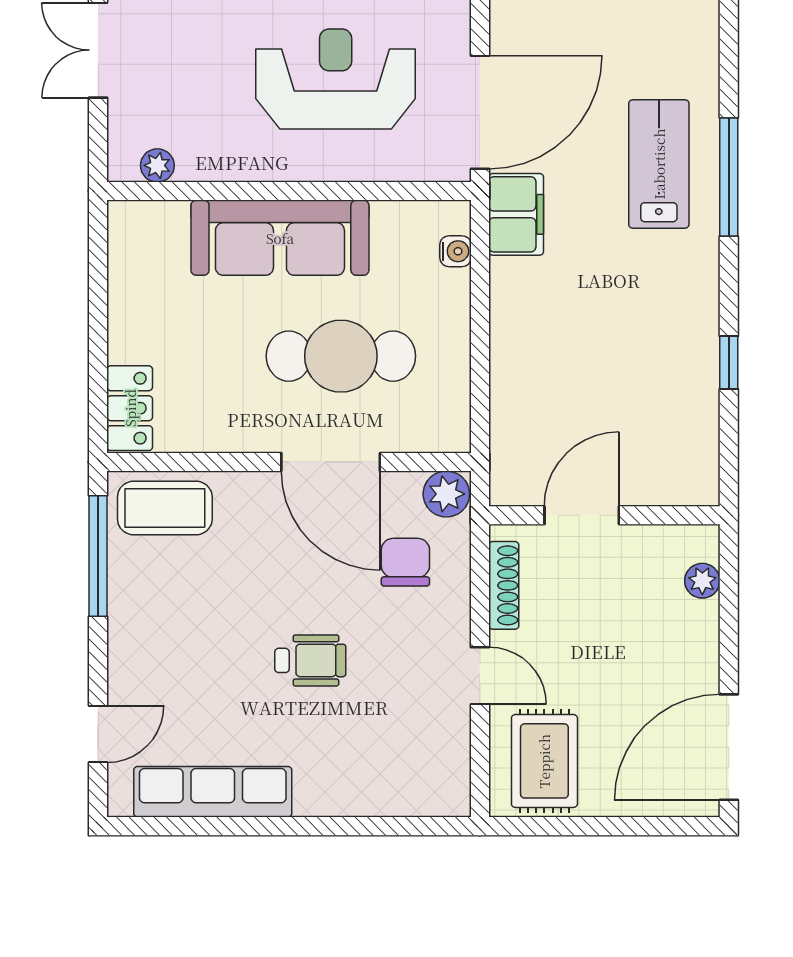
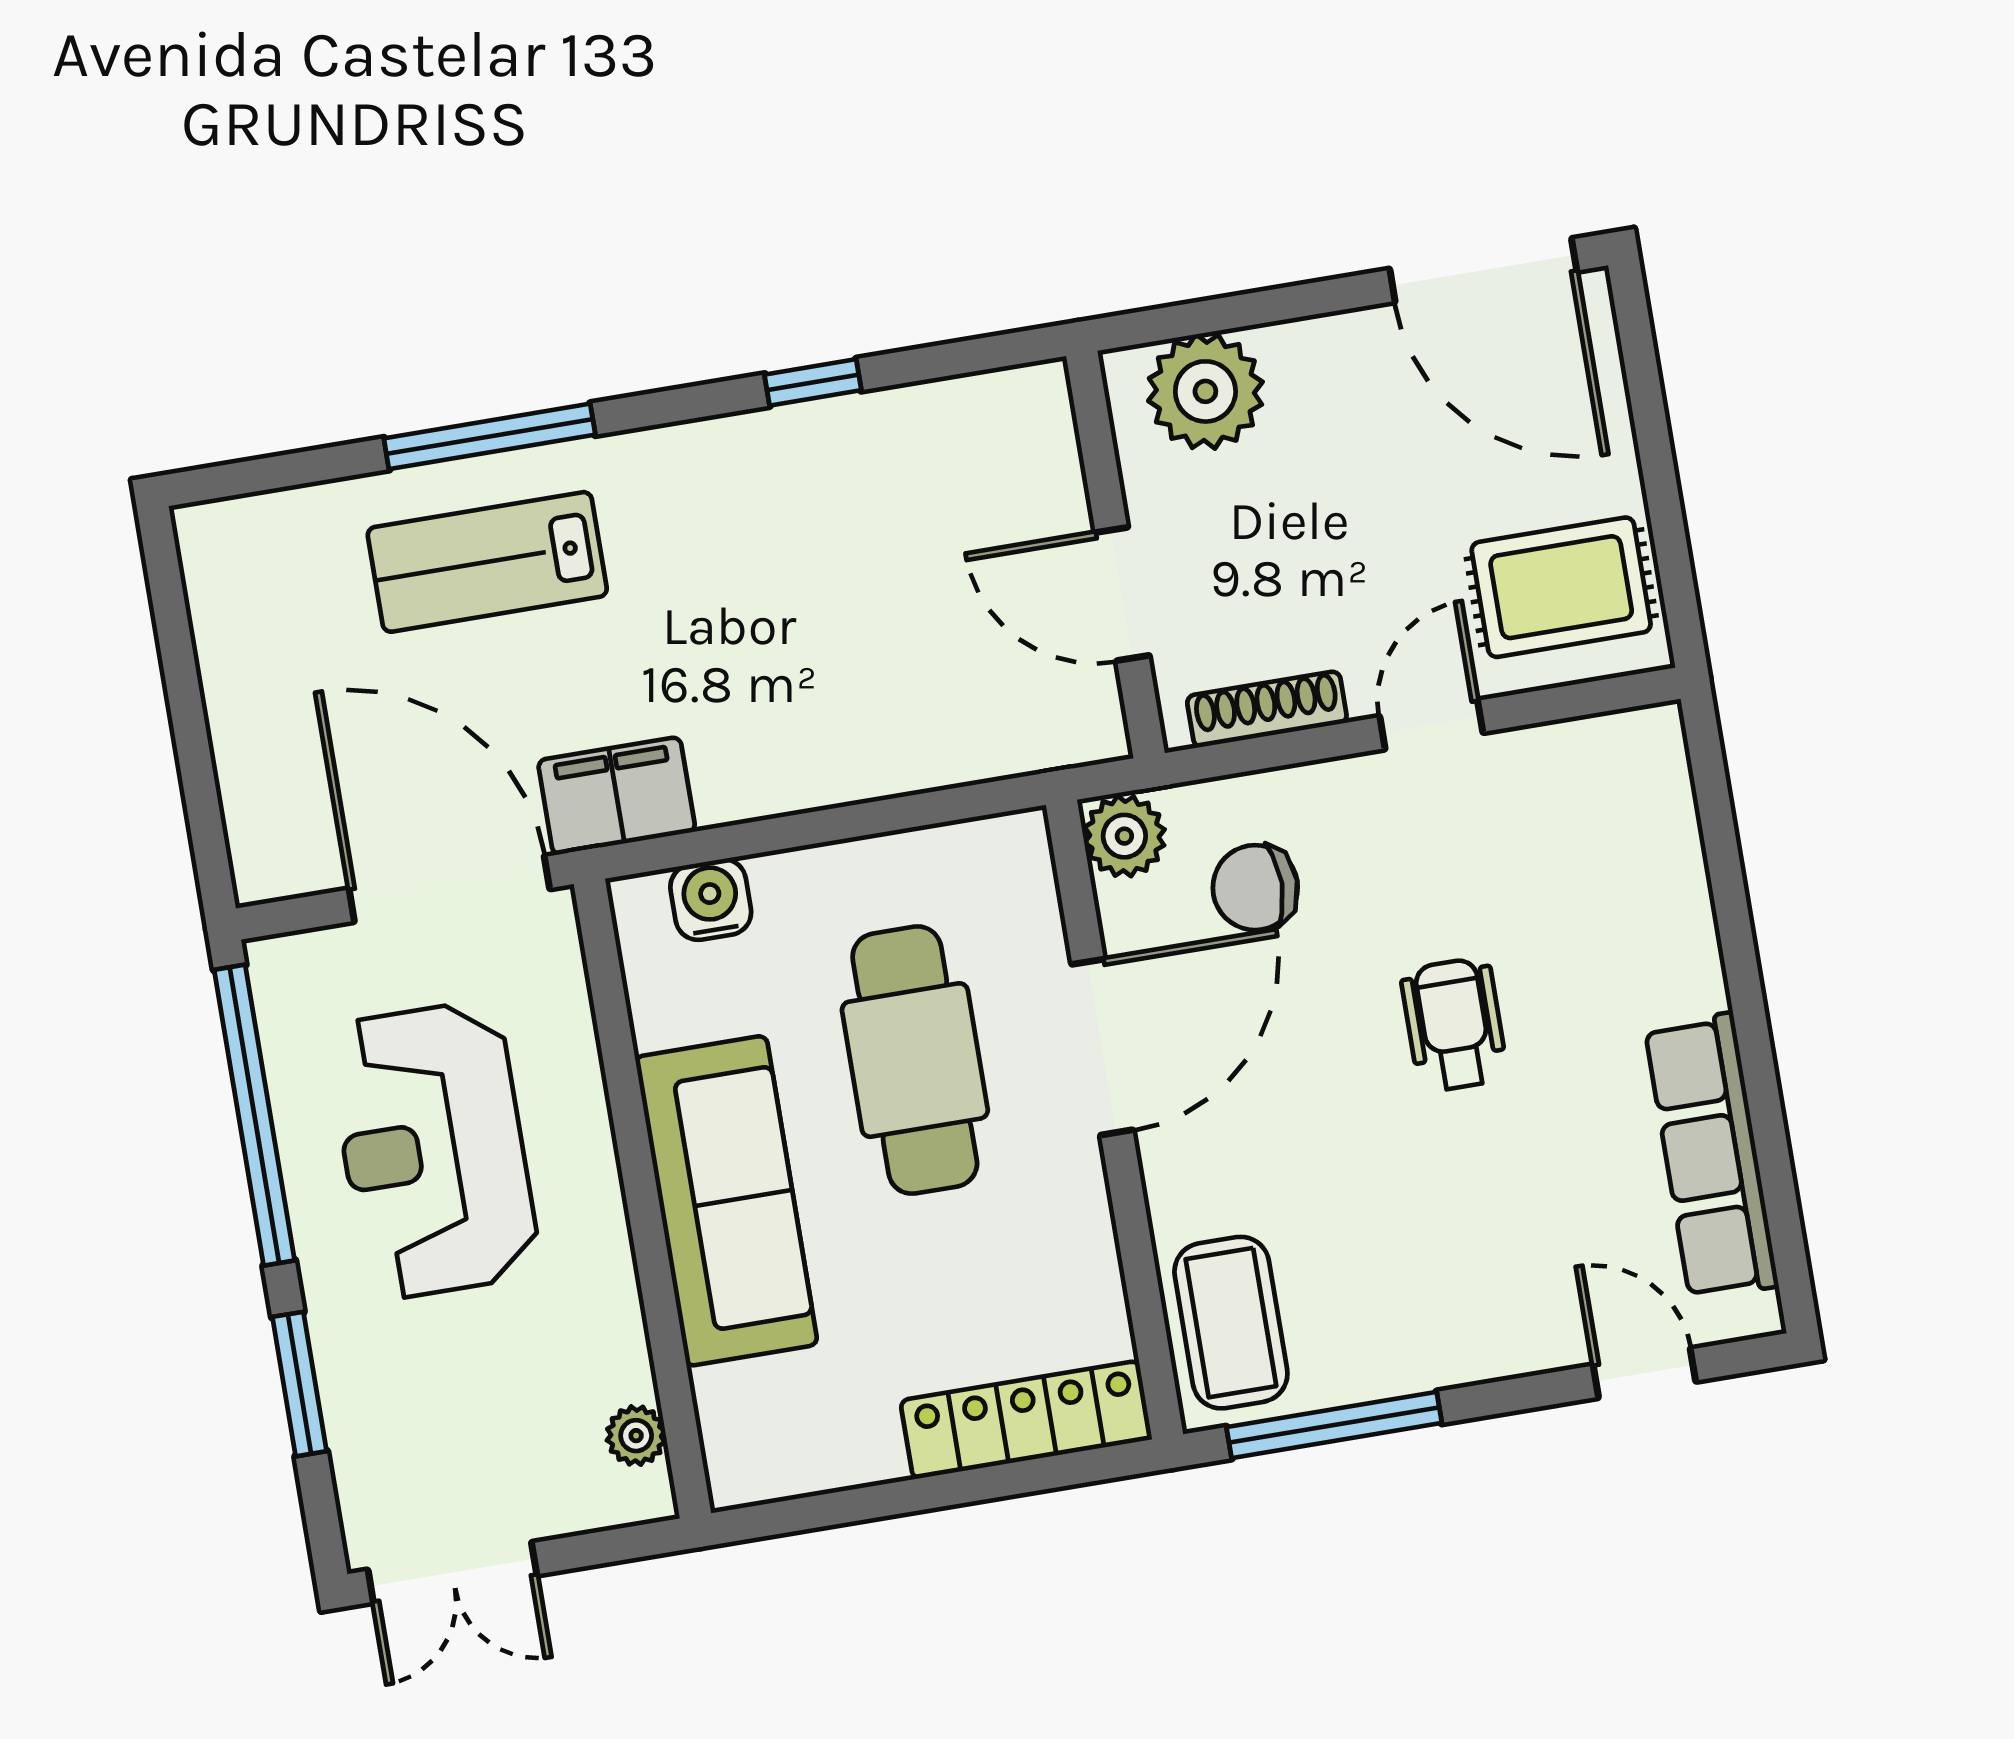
water cooler: (455, 251) -> (711, 900), width x1.38, depth x1.38
locker: (130, 408) -> (1026, 1420), width x1.53
plant: (702, 581) -> (1205, 391), width x1.87, depth x1.87

